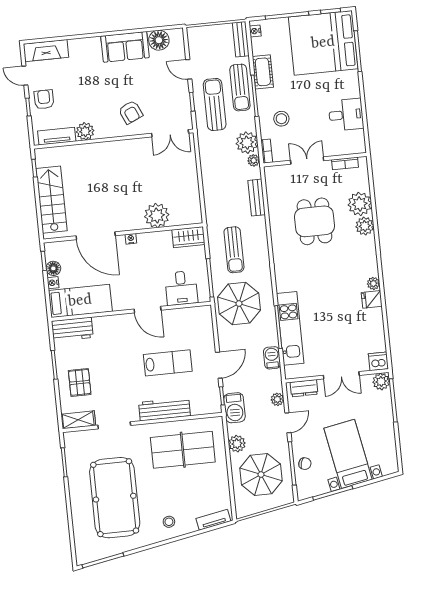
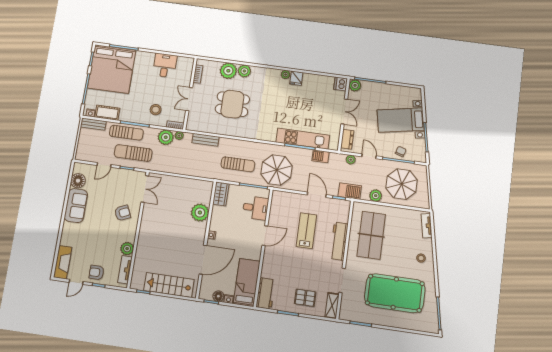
cot: (263, 72) -> (107, 113), moved

